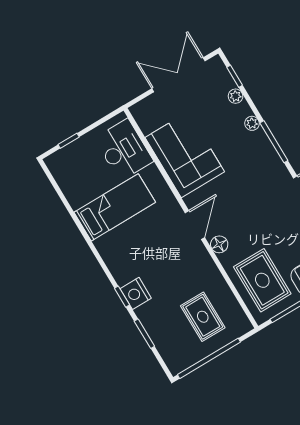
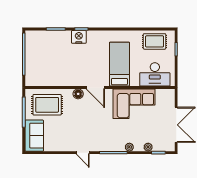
bed: (115, 207) -> (119, 64), moved, turned 180
rug: (203, 317) -> (155, 41), moved

